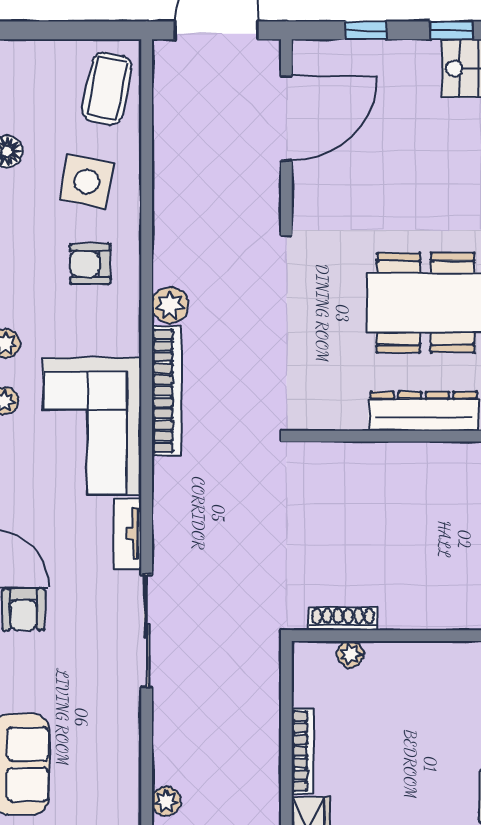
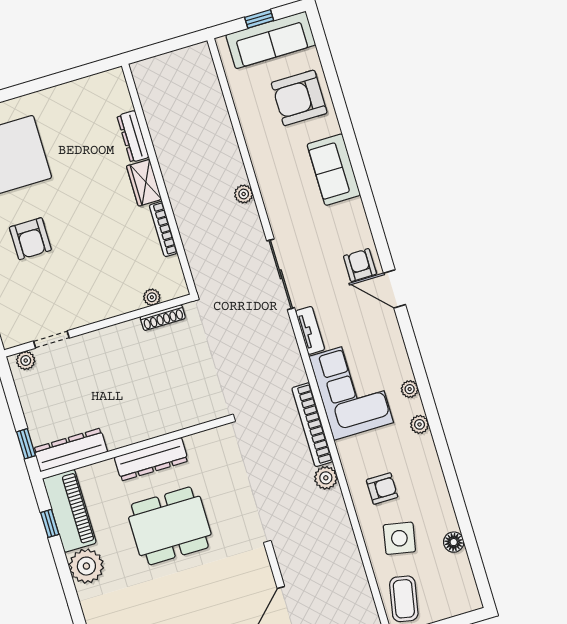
plant: (166, 801) -> (244, 194), moved

